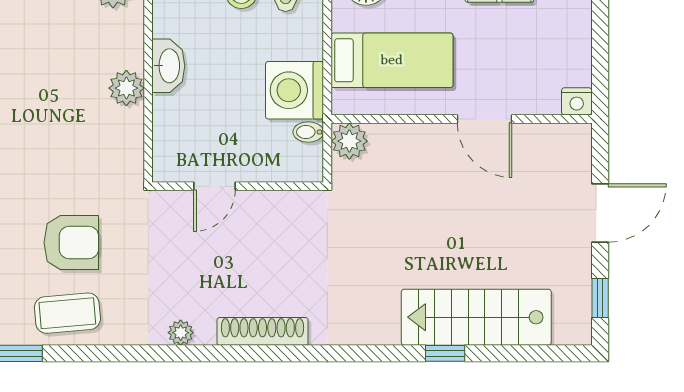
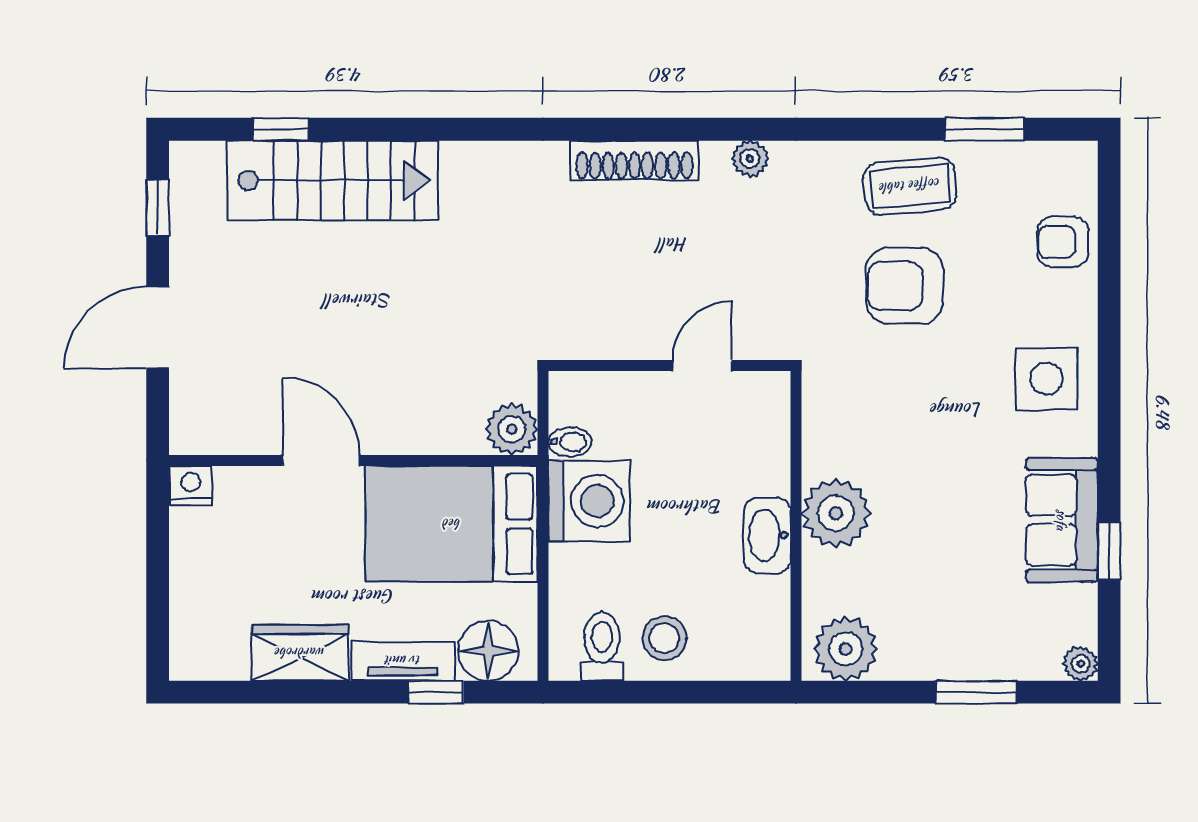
bed: (392, 60) -> (452, 524), width x1.50
plant: (126, 88) -> (836, 513), width x1.36, depth x1.36
window: (445, 353) -> (281, 129), moved

